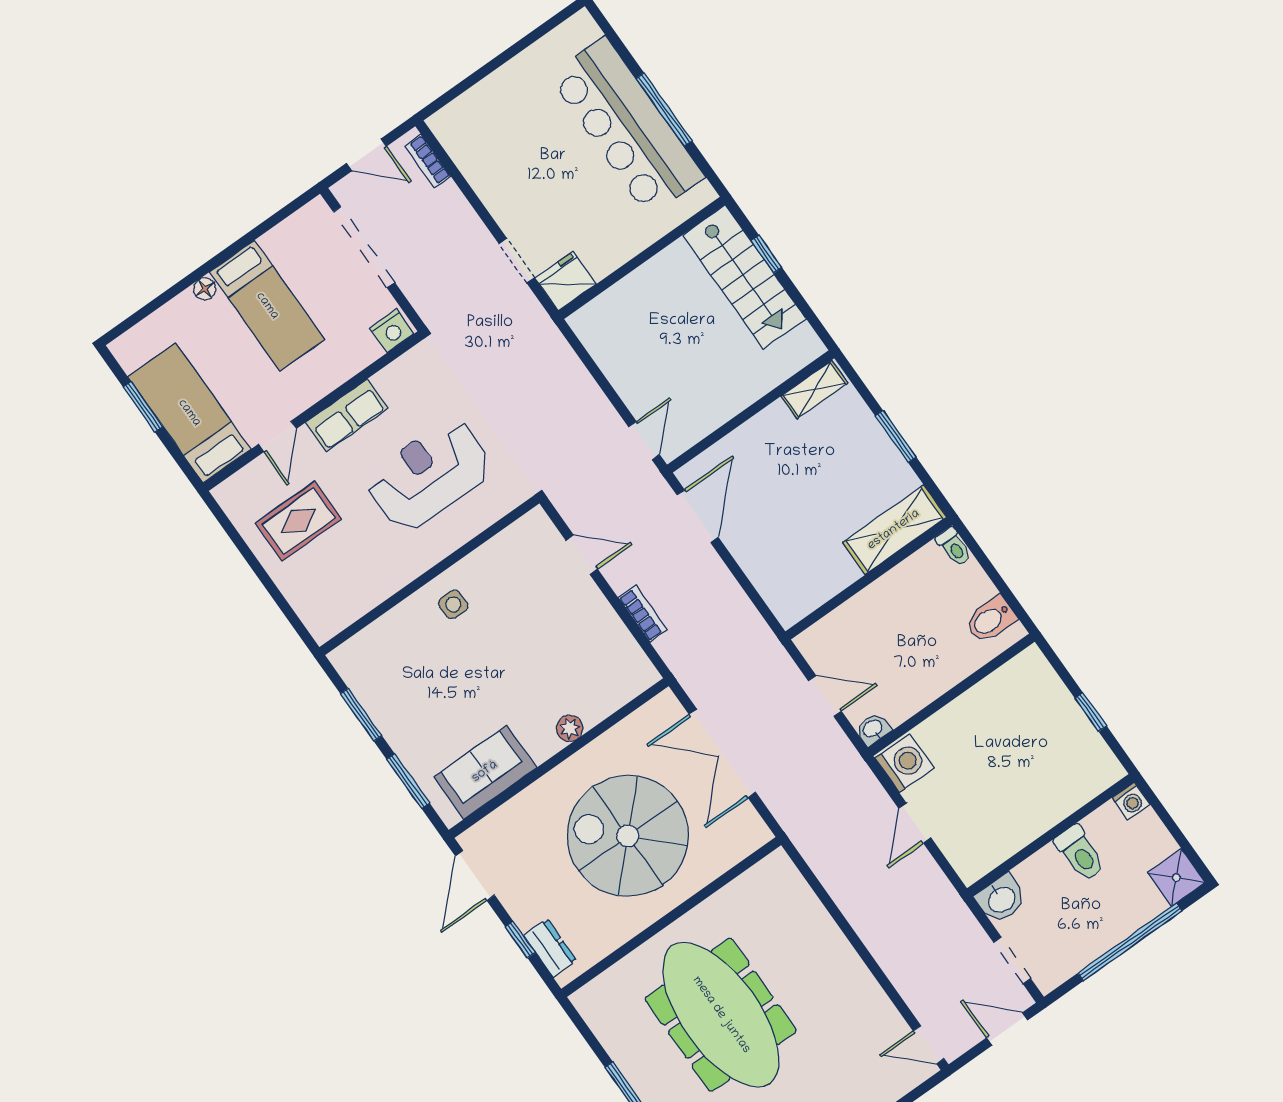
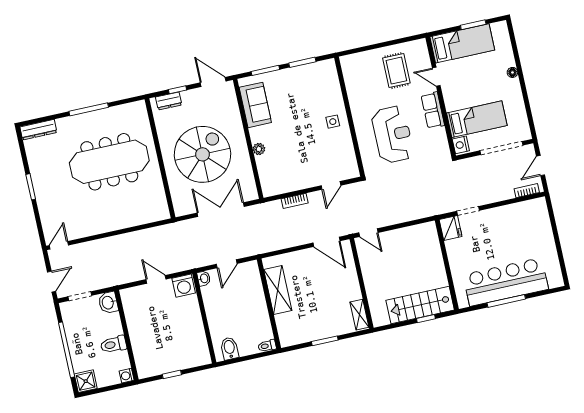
bed: (267, 306) -> (477, 119), moved, turned 180
shelving: (894, 530) -> (278, 290), moved

